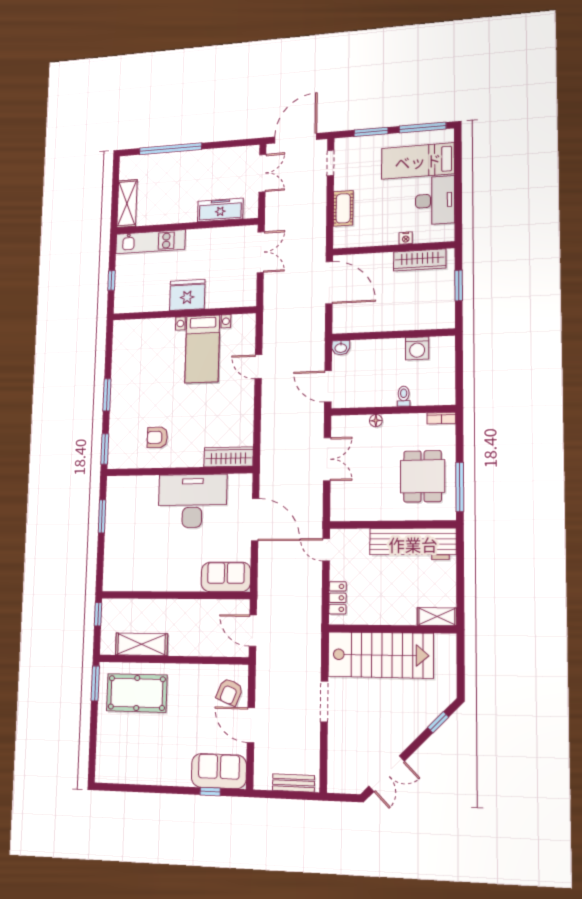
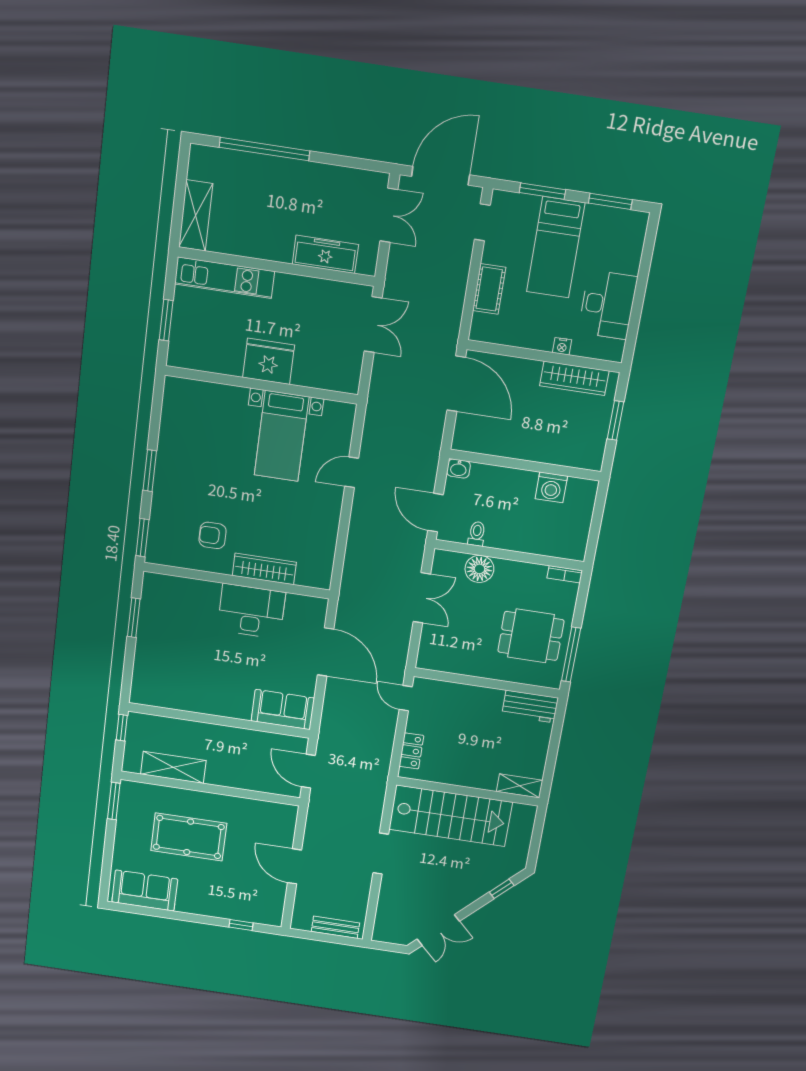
window: (423, 128) -> (610, 201), width x0.69
bed: (418, 161) -> (556, 247), moved, turned -90
window: (112, 280) -> (166, 320), width x1.50
door: (258, 367) -> (352, 472), hinge flipped
toilet: (404, 396) -> (477, 534), moved
floor lamp: (376, 421) -> (479, 569), width x1.89, depth x1.89
wardrobe: (228, 457) -> (264, 569), moved
dining table: (423, 476) -> (531, 636), turned 90
desk: (192, 501) -> (251, 611), width x0.73, depth x0.77
workbench: (413, 544) -> (530, 706), width x0.53, depth x0.76
armchair: (230, 692) -> (274, 830), removed
pool table: (137, 693) -> (189, 837), moved
sofa: (219, 771) -> (145, 891), moved

